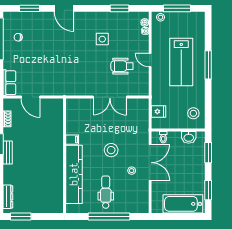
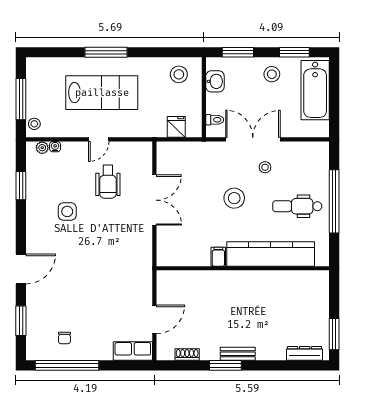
stool: (194, 175) -> (272, 74), added

